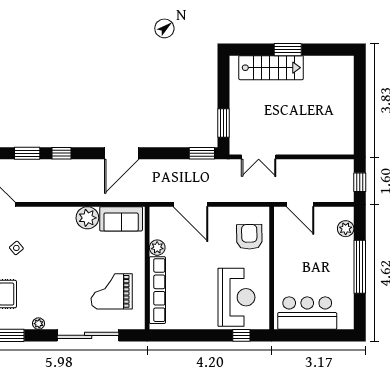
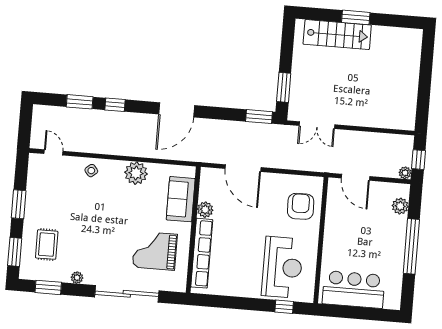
plant: (348, 196) -> (405, 173), added
sofa: (121, 219) -> (181, 199), moved, turned 90
side table: (16, 248) -> (91, 171), moved

